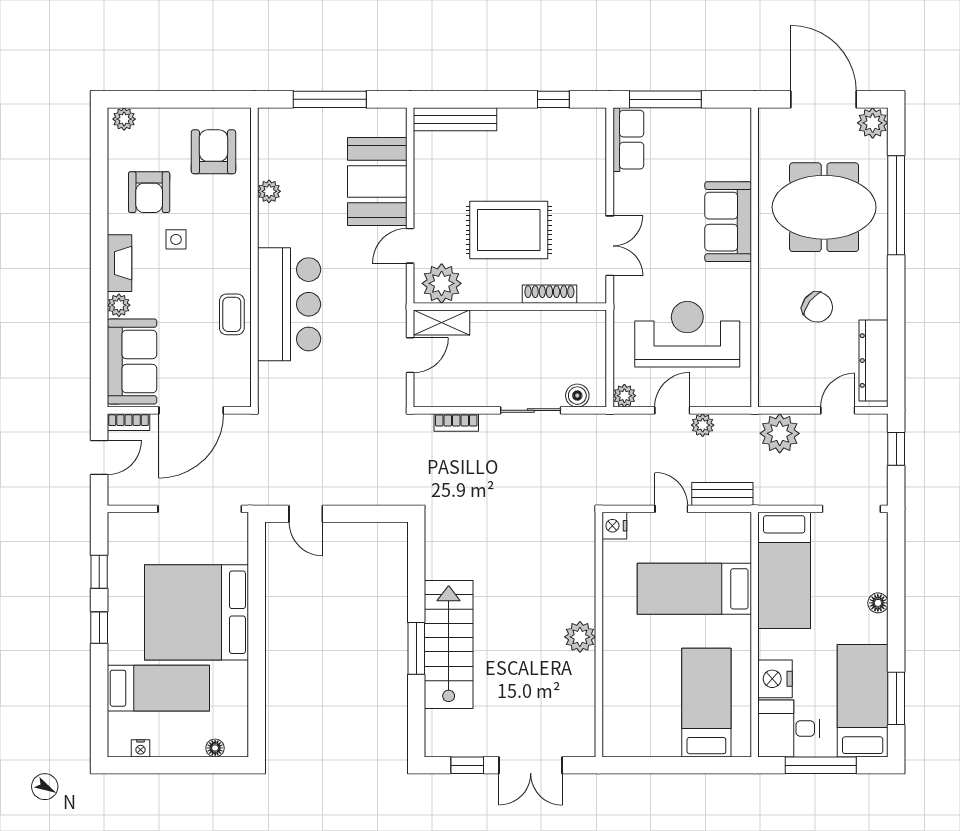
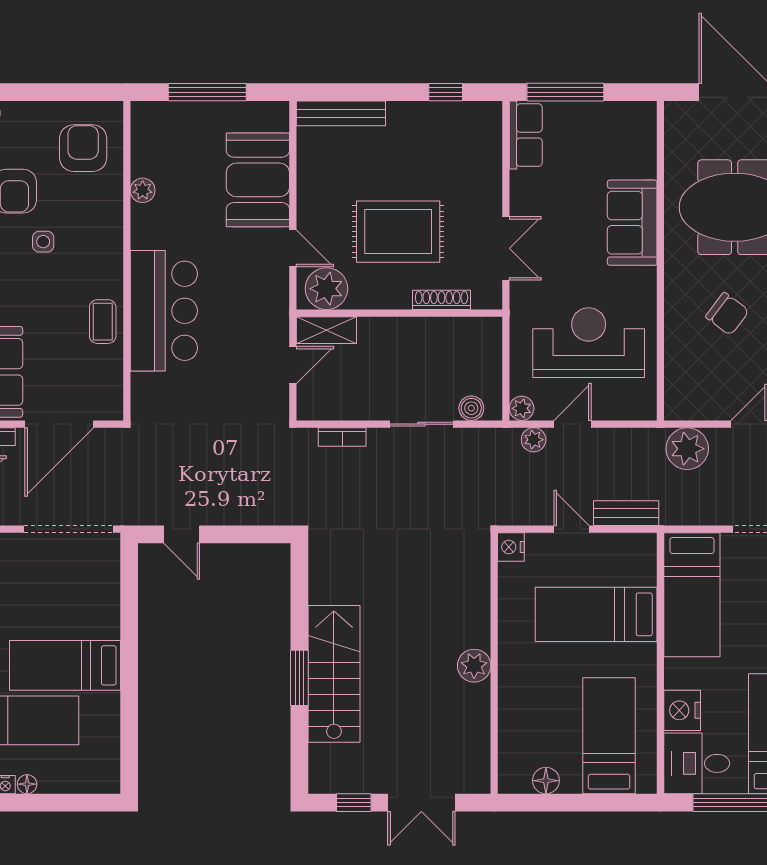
door: (410, 246) -> (293, 248), swing flipped
plant: (703, 425) -> (534, 440), moved
bed: (196, 612) -> (65, 665), width x0.49
floor lamp: (647, 745) -> (546, 781), added
floor lamp: (215, 748) -> (27, 784), moved

